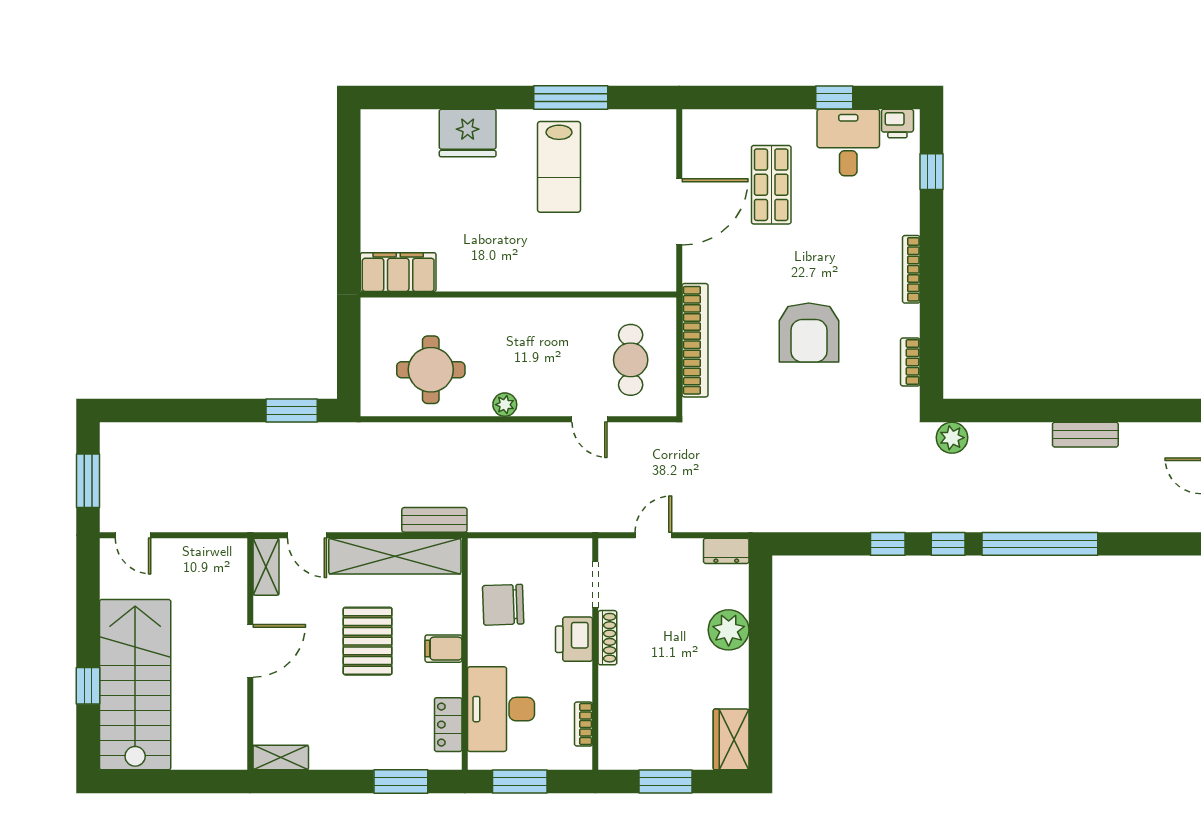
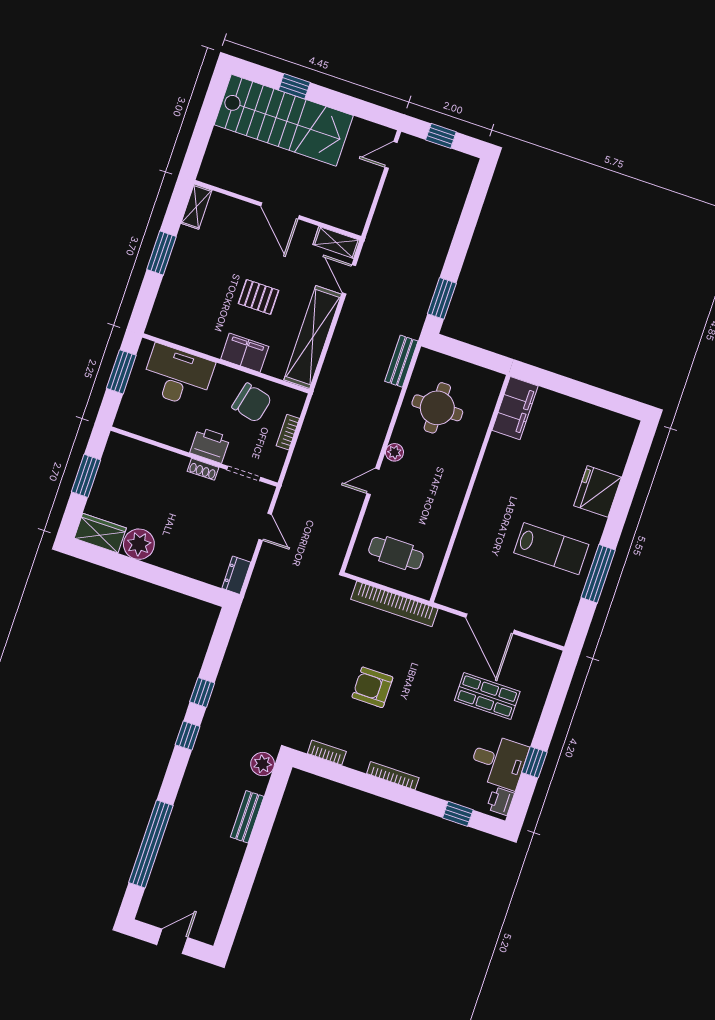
lab bench: (559, 167) -> (551, 549), turned 180
armchair: (809, 332) -> (372, 687), width x0.73, depth x0.73
door: (590, 419) -> (373, 481), moved
bench: (1085, 435) -> (247, 817), moved
window: (88, 481) -> (441, 136), width x0.67
bench: (434, 520) -> (401, 361), moved
door: (307, 535) -> (349, 279), hinge flipped
window: (1040, 544) -> (151, 844), moved
chair: (503, 605) -> (252, 403), turned 105
plant: (729, 630) -> (139, 544), moved
shoe rack: (607, 638) -> (203, 469), width x0.70
pallet: (368, 641) -> (259, 297), width x0.67, depth x0.71
filing cabinet: (444, 649) -> (245, 353), width x2.00
bookcase: (583, 724) -> (288, 432), moved, turned -90
locker: (448, 725) -> (179, 334), removed
window: (401, 782) -> (162, 253), moved

